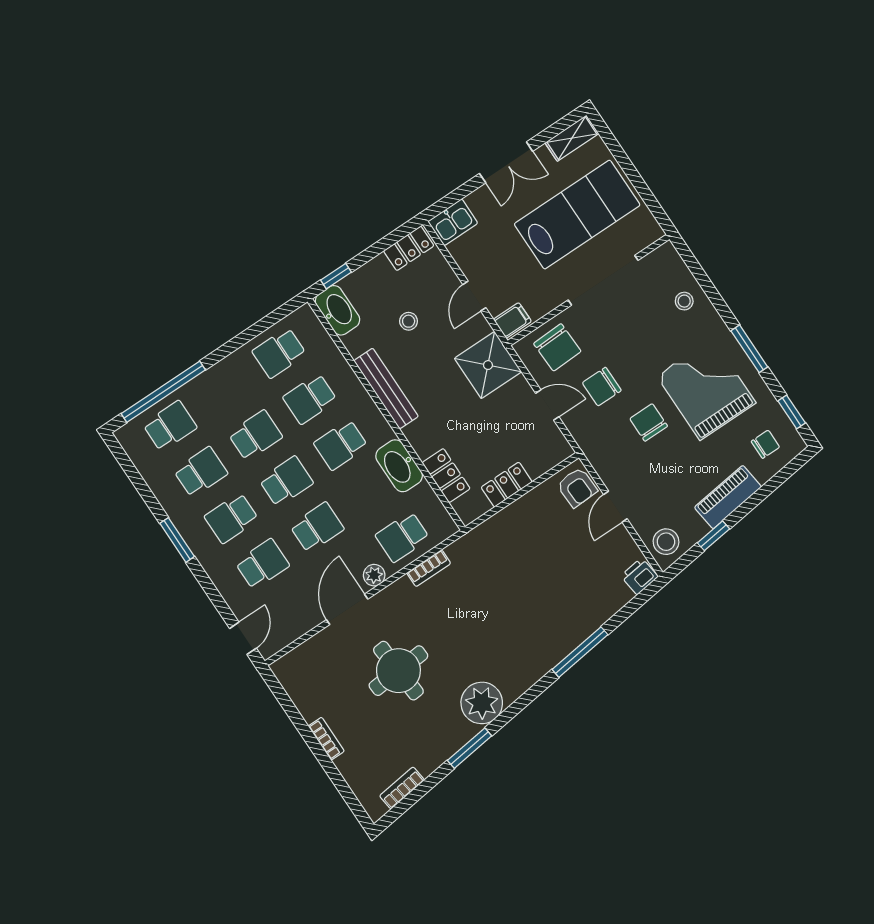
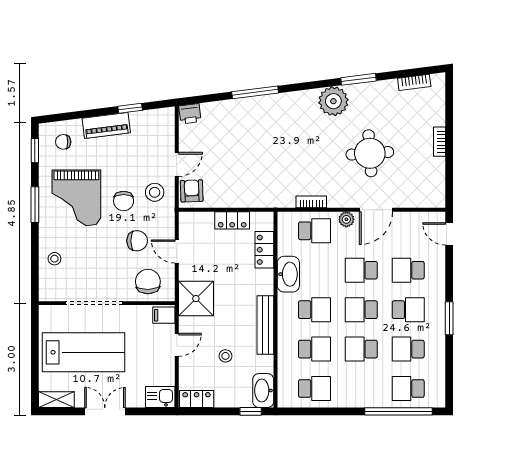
lab bench: (577, 215) -> (84, 352), turned 180
stool: (666, 542) -> (155, 192), moved
door: (243, 638) -> (449, 234), hinge flipped

